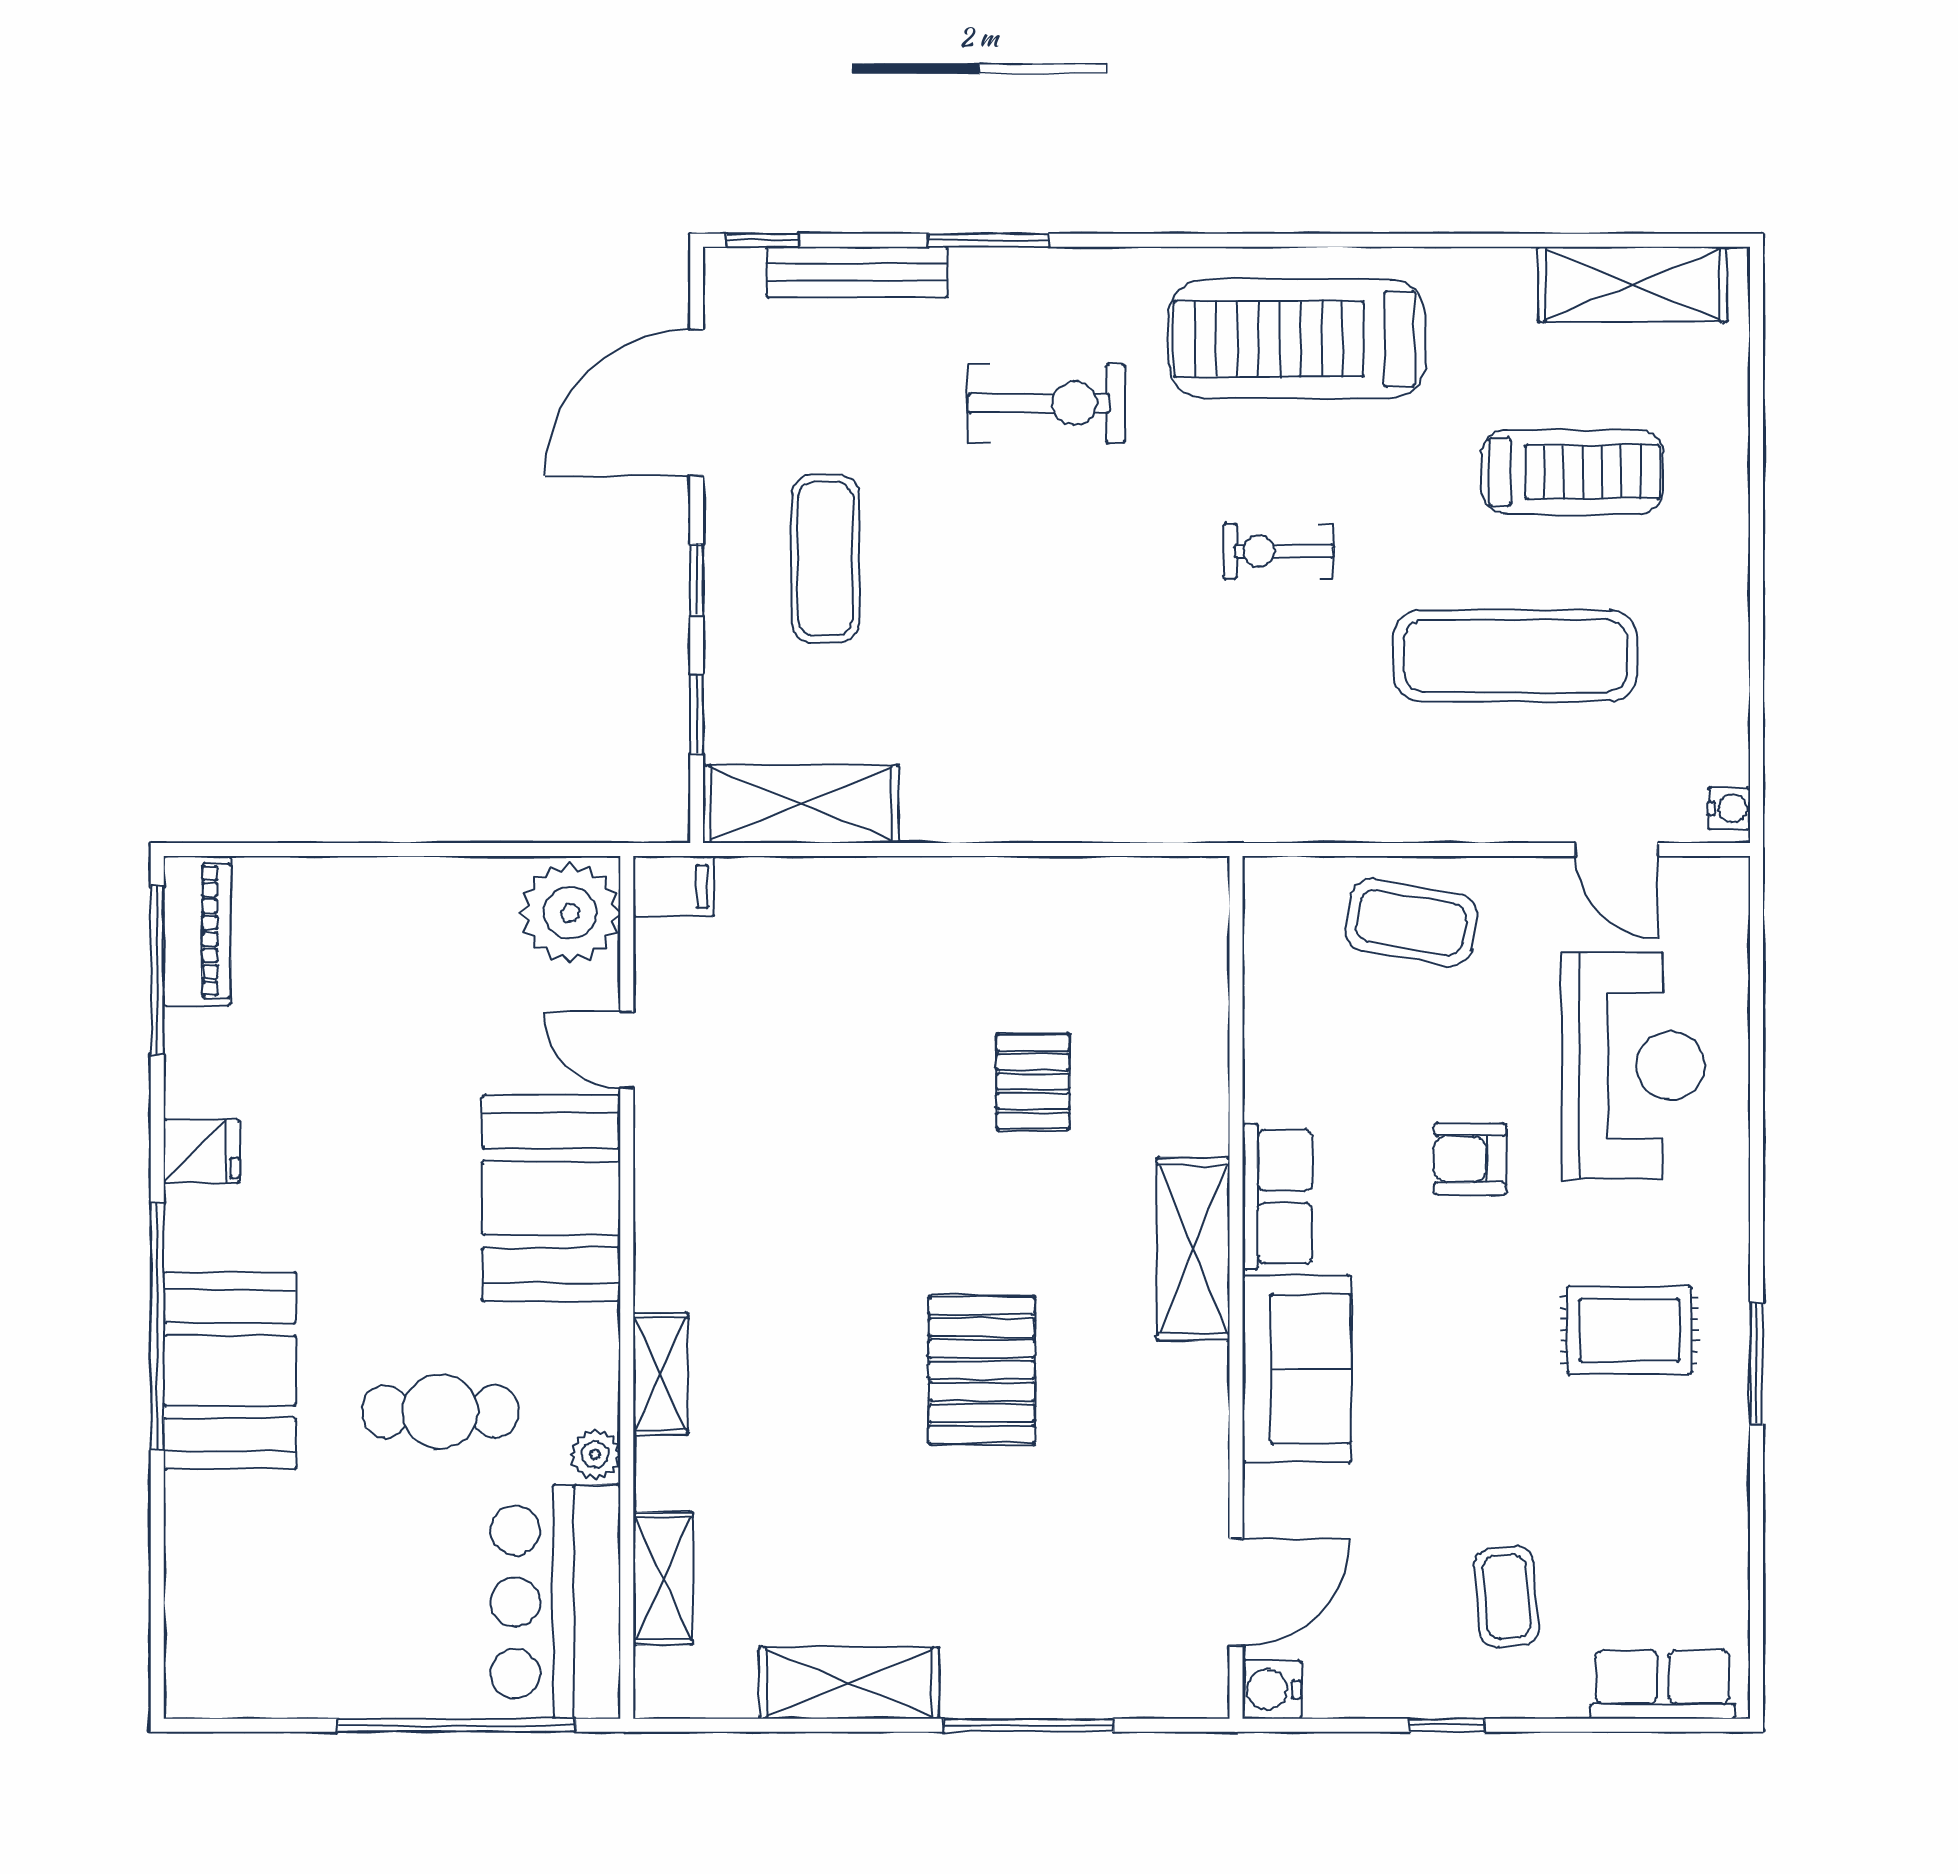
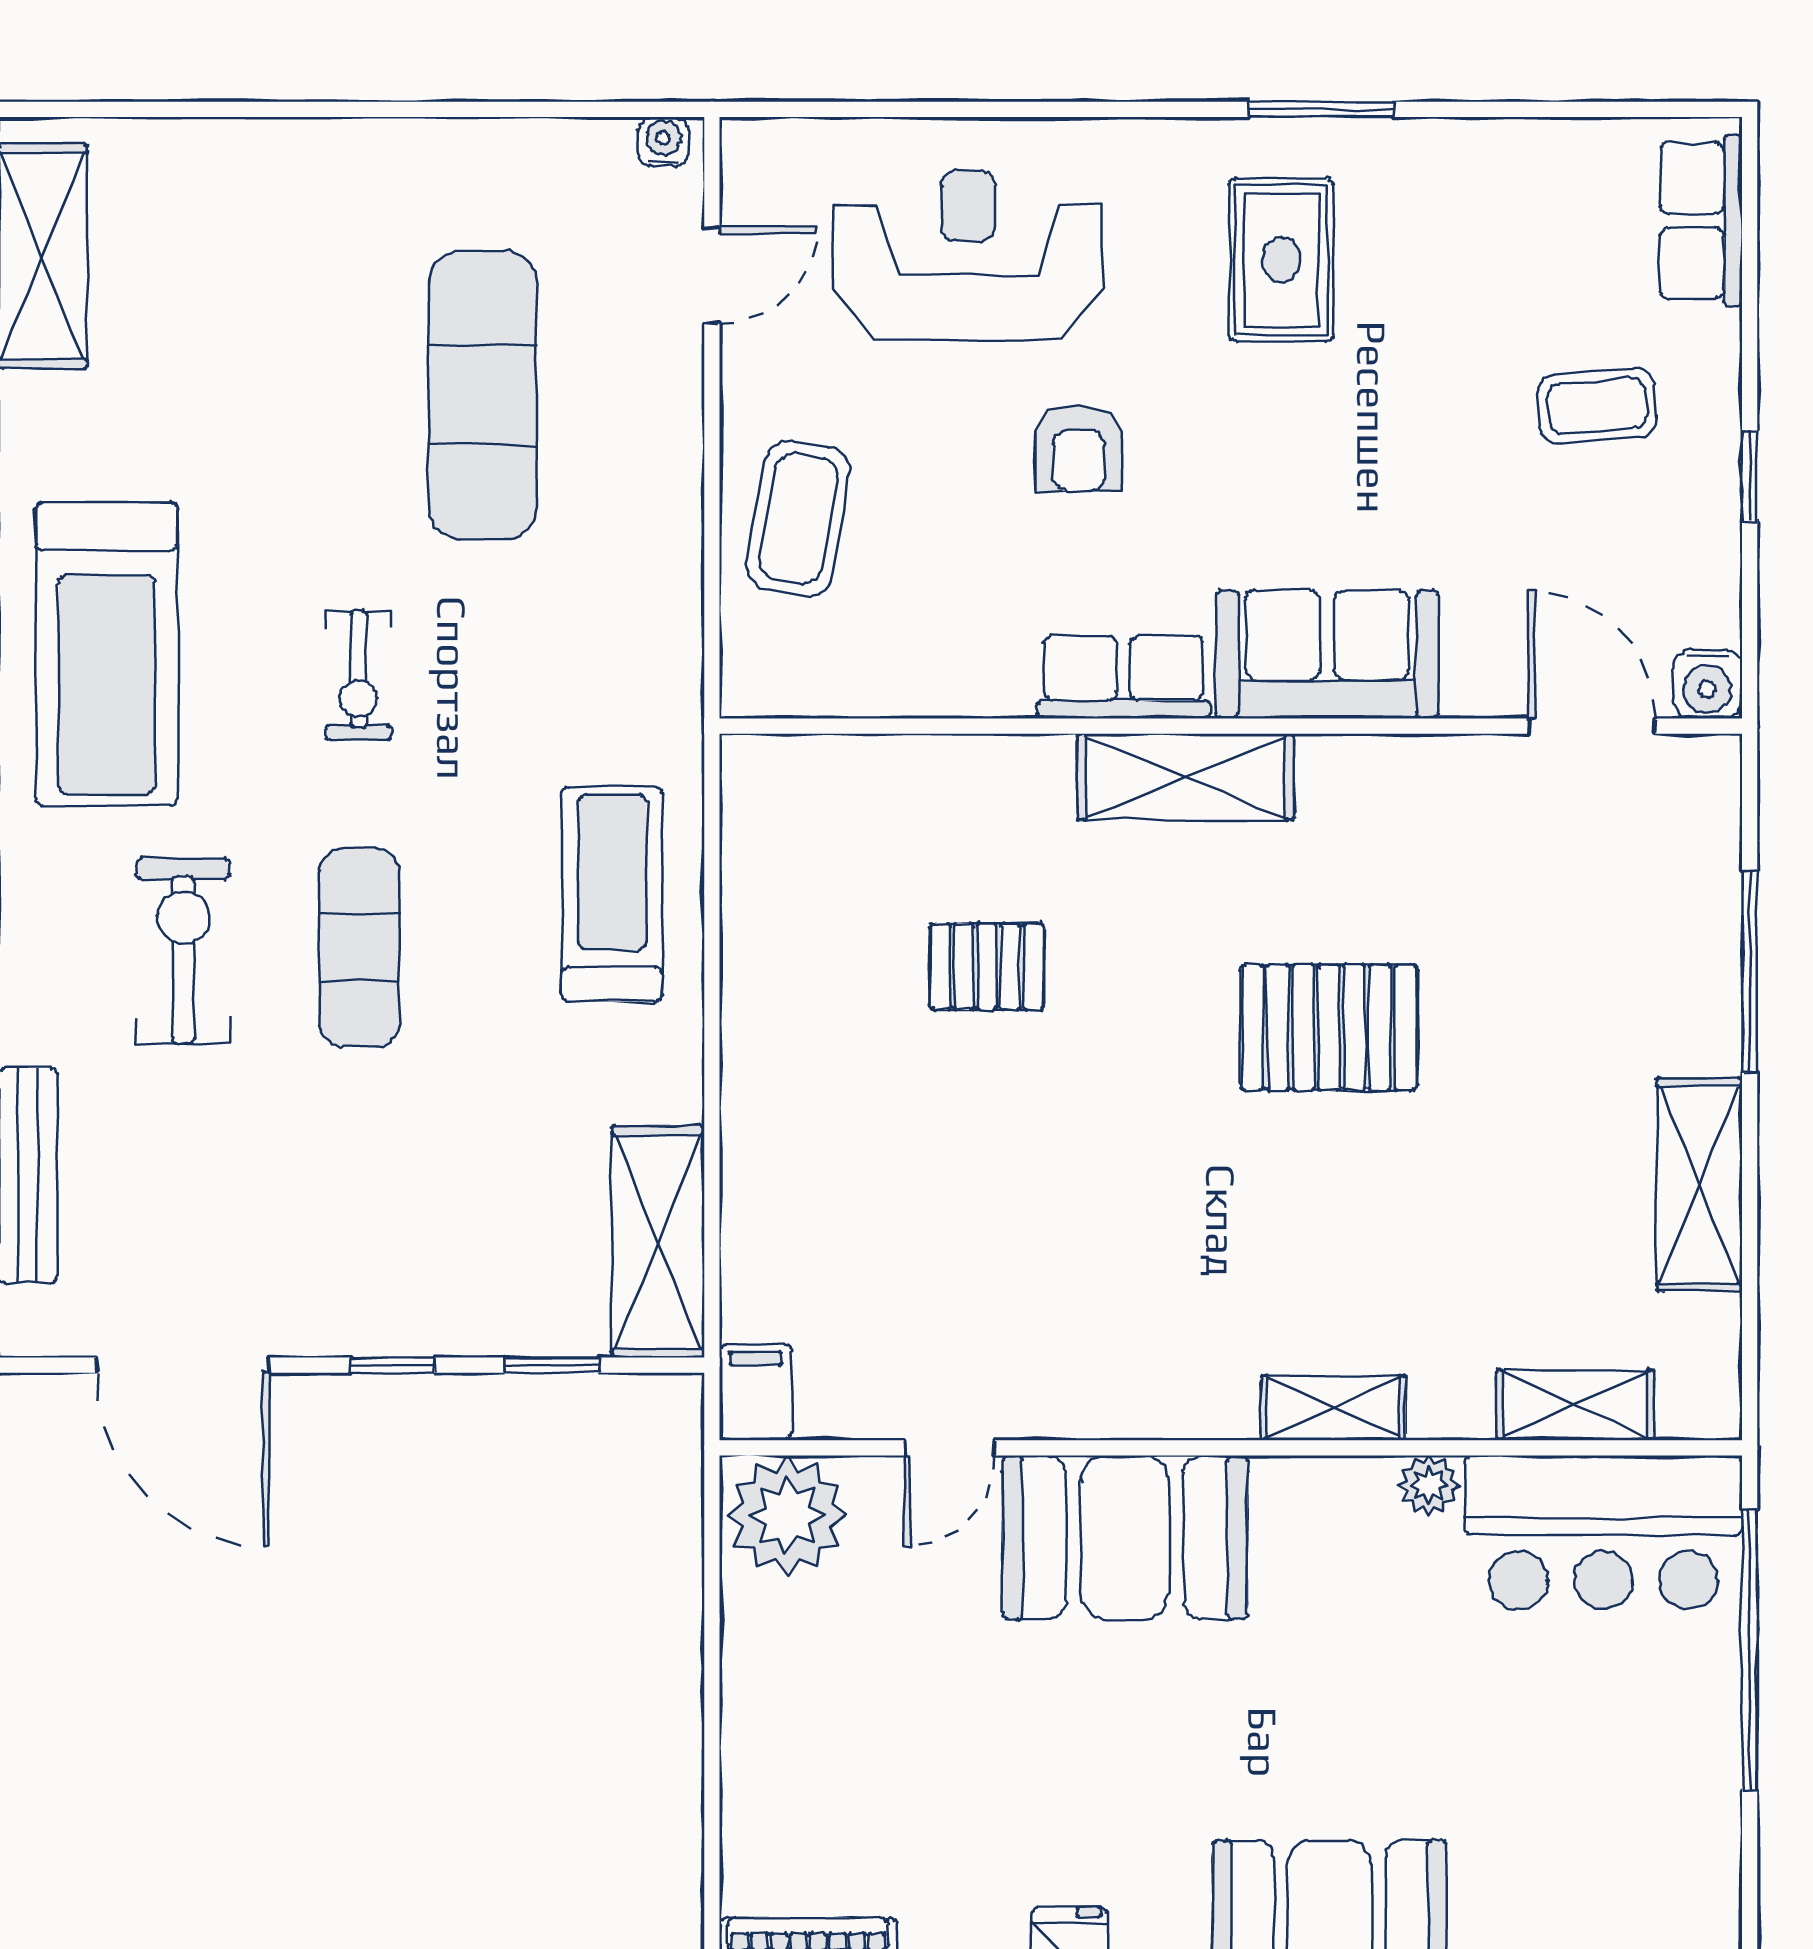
treadmill: (1573, 472) -> (612, 894), moved
exercise mat: (825, 559) -> (359, 948), moved, turned 90
cafe table: (440, 1411) -> (1378, 1669), removed

